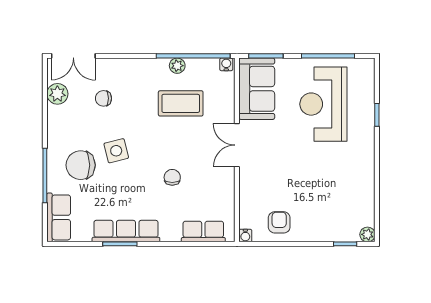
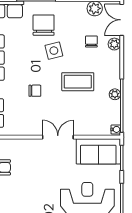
plant: (107, 66) -> (114, 44), added
coffee table: (181, 103) -> (78, 82), moved, turned 90

